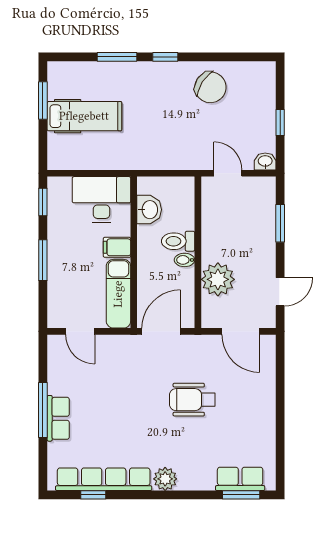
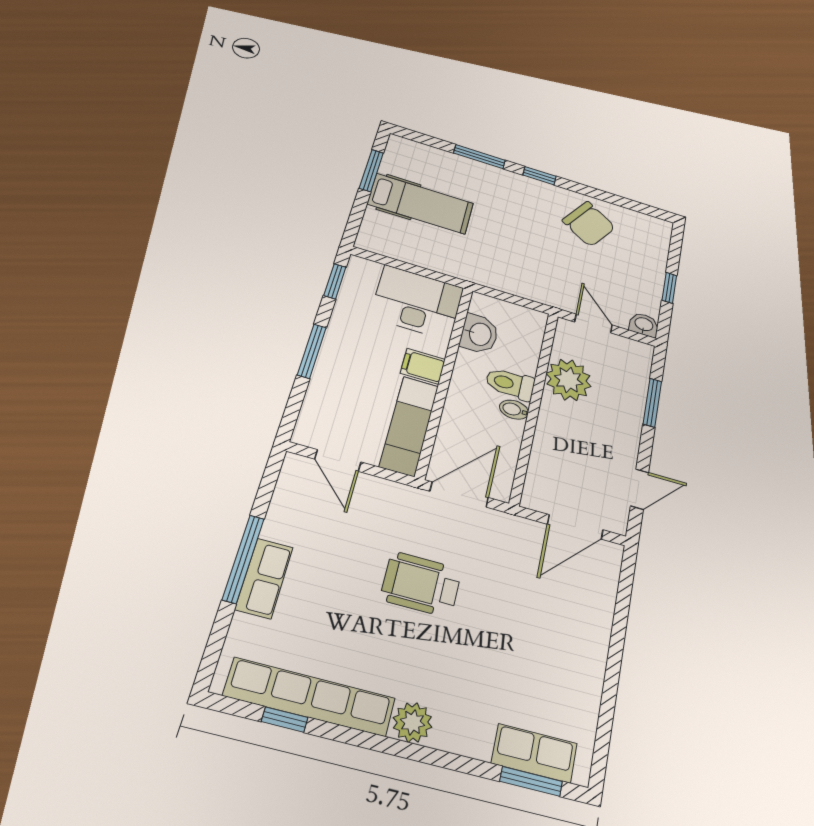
plant: (218, 279) -> (569, 380), moved
door: (241, 331) -> (575, 527), hinge flipped
wheelchair: (192, 400) -> (421, 584), moved

